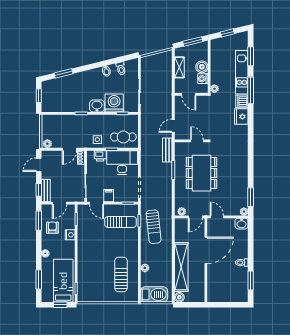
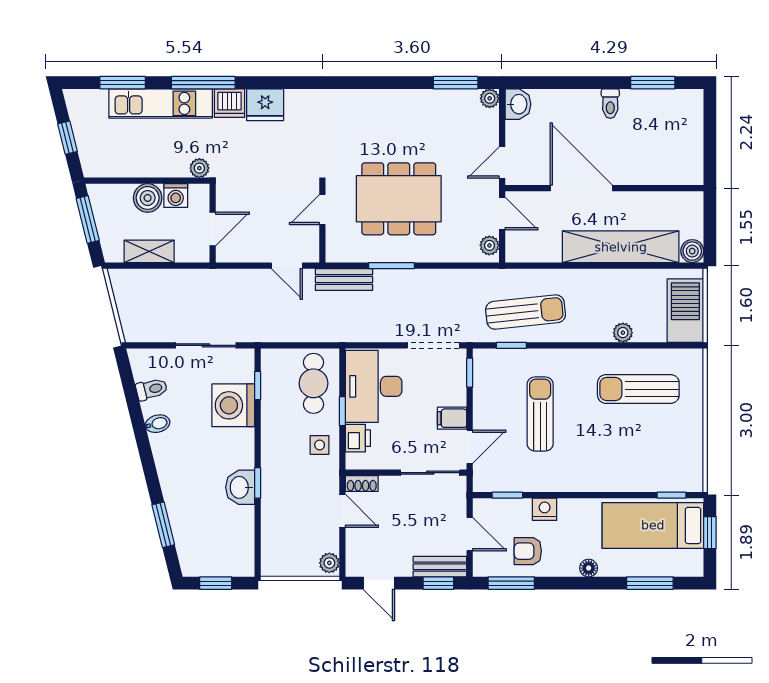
washbasin: (97, 106) -> (240, 487), moved
sun lounger: (120, 222) -> (540, 414), moved

